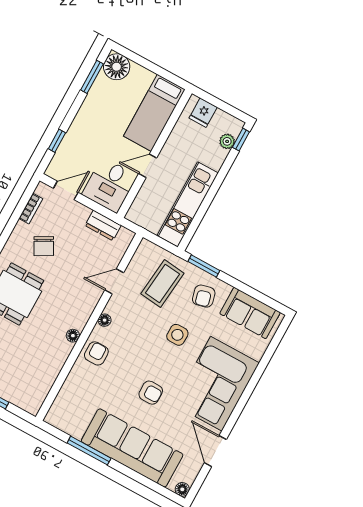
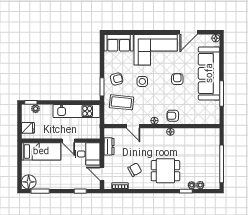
sofa: (250, 313) -> (119, 43), moved, turned 90

